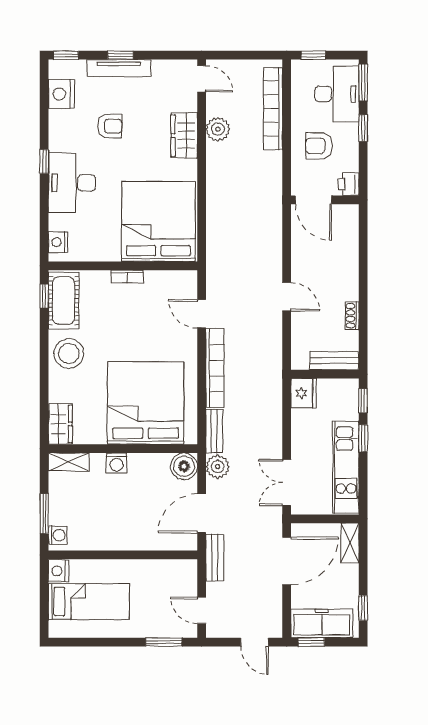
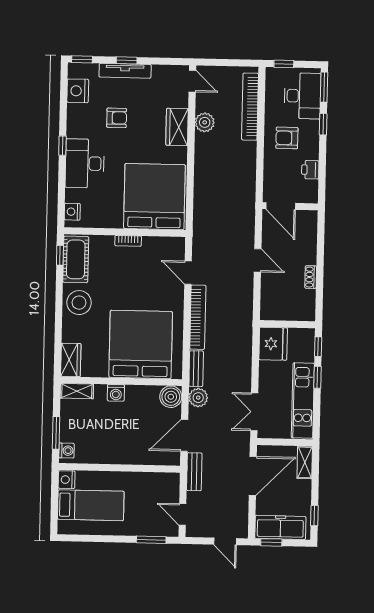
door: (313, 200) -> (281, 206), moved
wall: (325, 200) -> (290, 206), moved
bench: (334, 361) -> (295, 313), removed
fridge: (304, 393) -> (273, 344), width x1.36, depth x1.34

